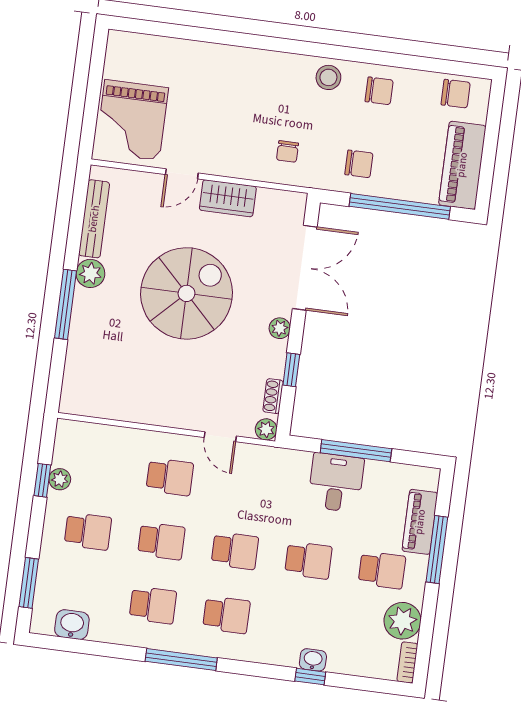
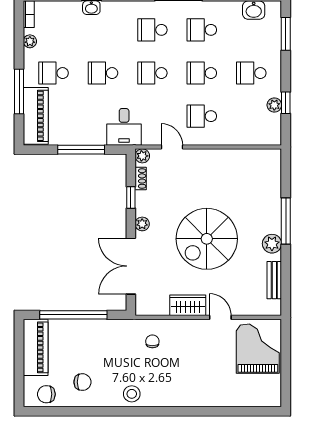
chair: (379, 91) -> (82, 382), moved, turned 180
chair: (359, 164) -> (104, 339), removed
door: (182, 174) -> (220, 317), hinge flipped
bench: (94, 219) -> (274, 280), width x0.73
desk: (336, 482) -> (124, 127), moved
piano: (420, 522) -> (36, 116), width x1.37, depth x1.33
plant: (402, 621) -> (30, 41), width x0.53, depth x0.53

